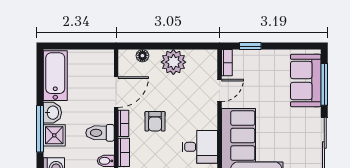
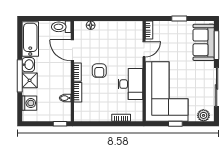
window: (250, 46) -> (179, 19), moved
plant: (173, 62) -> (112, 30), removed
door: (116, 92) -> (72, 50), swing flipped
toilet: (100, 133) -> (61, 27), moved
desk: (200, 147) -> (130, 84), width x1.37

